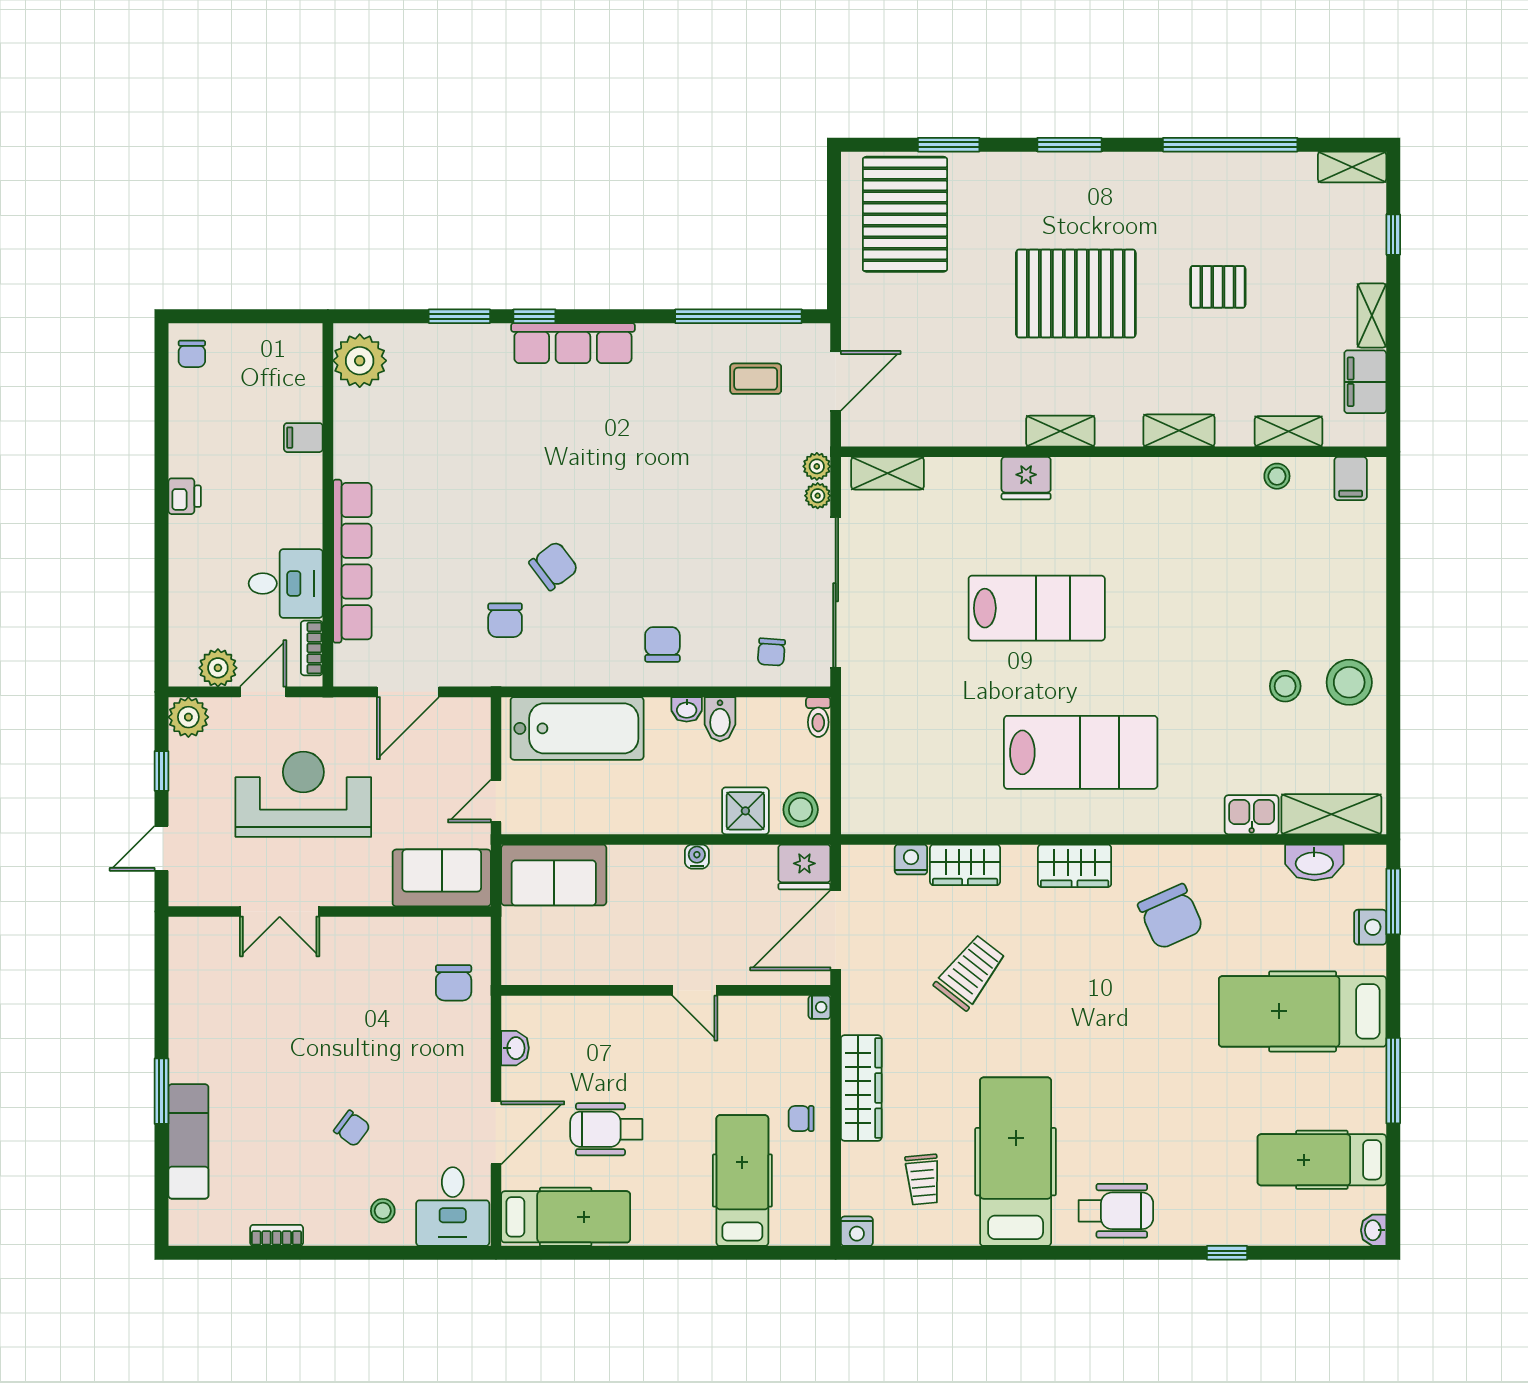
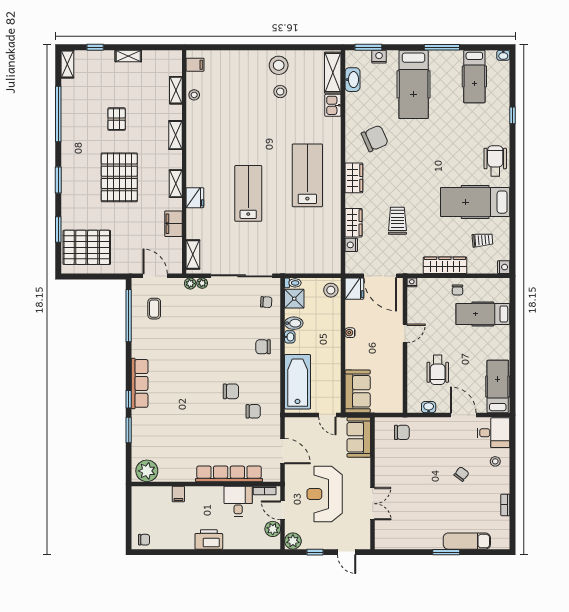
filing cabinet: (1365, 382) -> (173, 224), moved, turned 90
printer: (185, 496) -> (209, 539), width x1.87, depth x1.48
chair: (554, 566) -> (231, 391), turned 127
shower: (745, 811) -> (294, 299), moved
trolley: (970, 972) -> (397, 221), turned 52
wheelchair: (606, 1129) -> (438, 370), moved

